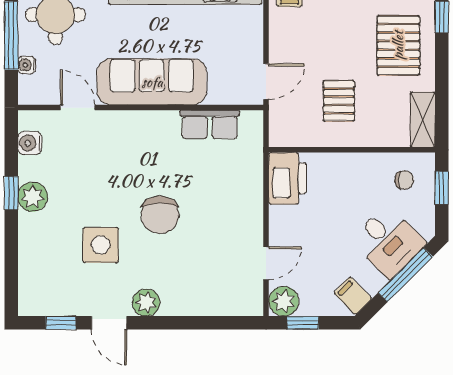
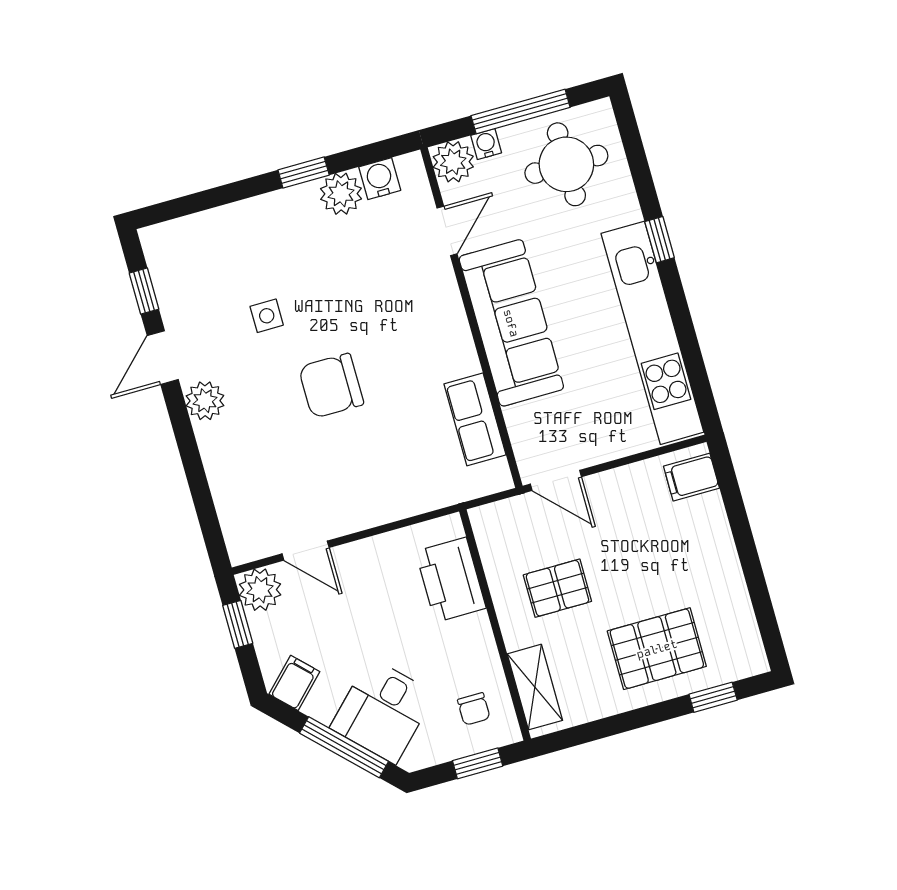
plant: (32, 90) -> (453, 162), added
shelving: (423, 120) -> (535, 687), moved, turned 90
printer: (287, 178) -> (451, 580), moved, turned 90
plant: (33, 197) -> (341, 194), moved
side table: (101, 245) -> (267, 316), width x0.54, depth x0.54

